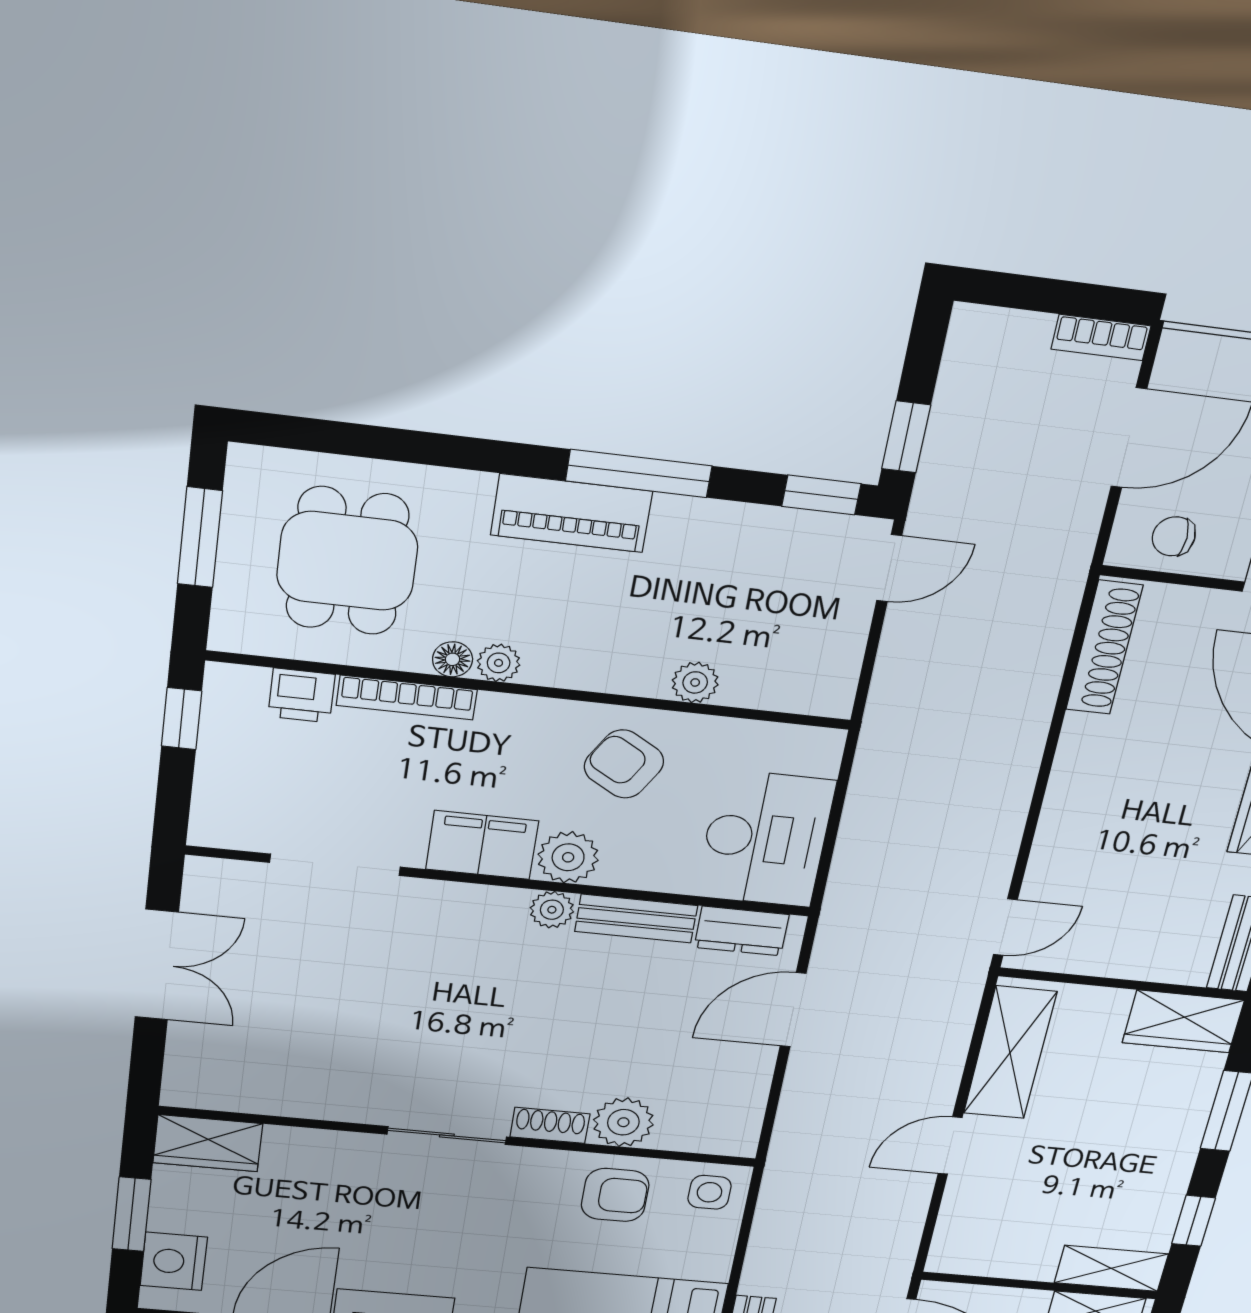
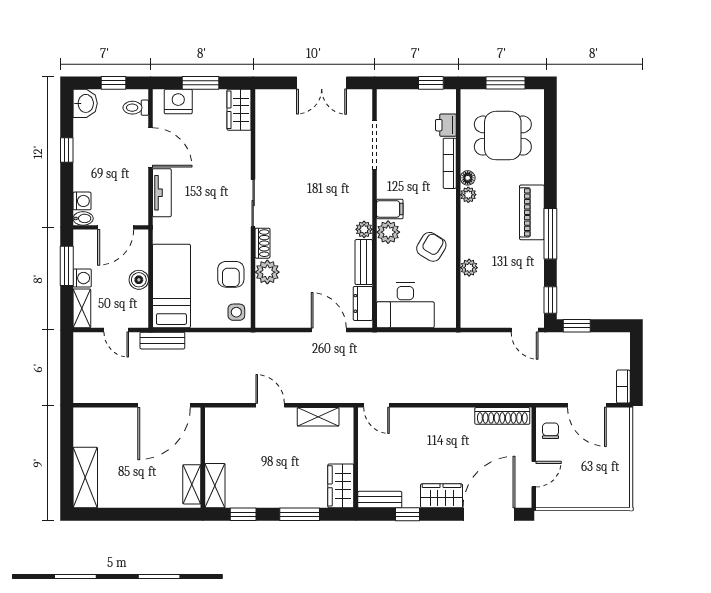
filing cabinet: (482, 845) -> (390, 209), width x0.50
shelving: (1010, 1053) -> (318, 417), width x0.67, depth x0.75

